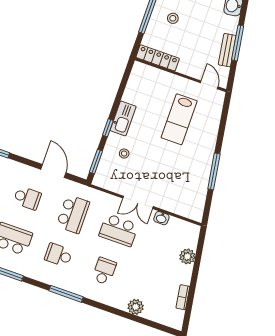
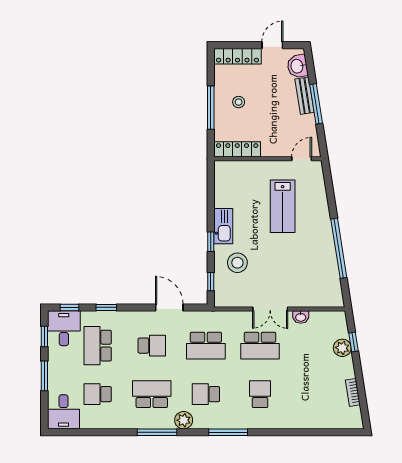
bench: (227, 50) -> (305, 96), moved
door: (209, 85) -> (302, 159), hinge flipped
stool: (124, 154) -> (237, 263), width x1.89, depth x1.89
window: (96, 162) -> (211, 282), width x0.67
window: (214, 171) -> (339, 248), width x1.46
school desk: (73, 214) -> (206, 346), turned 90
window: (199, 255) -> (354, 342), added
plant: (136, 307) -> (184, 420), moved

